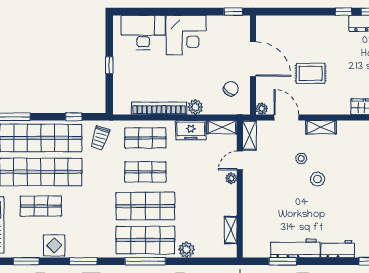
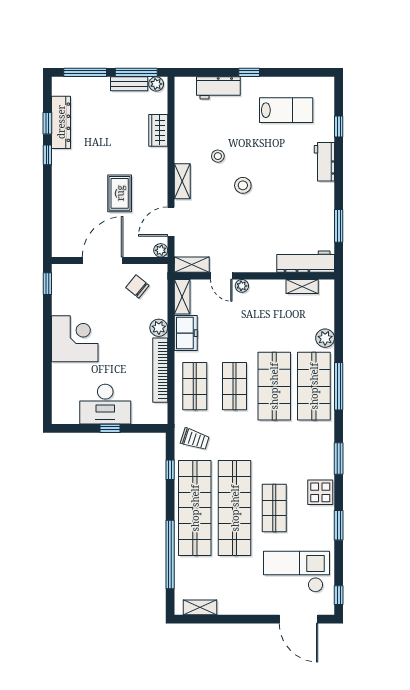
desk: (143, 32) -> (105, 404), moved, turned -90
stool: (301, 158) -> (218, 156), moved
workbench: (295, 248) -> (306, 262), moved, turned 90

